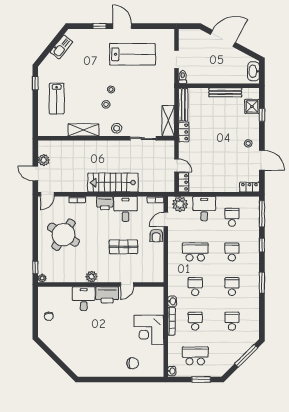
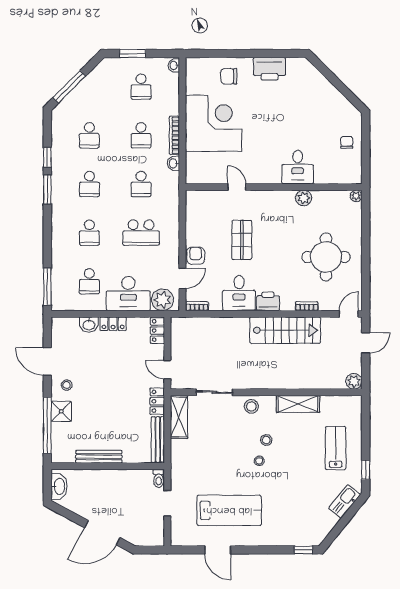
window: (100, 26) -> (303, 550), moved
door: (122, 26) -> (218, 550), moved
kitchen sink: (61, 47) -> (344, 501), moved
lab bench: (132, 54) -> (229, 510), turned 180
shower: (252, 107) -> (61, 411), moved
window: (262, 115) -> (47, 425), width x3.17
plant: (44, 160) -> (354, 381), moved
door: (177, 165) -> (167, 370), moved
door: (35, 174) -> (366, 343), hinge flipped
stairs: (113, 183) -> (285, 330), moved
washbasin: (232, 187) -> (89, 325), added
locker: (249, 187) -> (113, 324), moved
desk: (204, 209) -> (128, 294), width x1.37
round table: (63, 235) -> (326, 257), turned -32
window: (262, 245) -> (47, 157), moved
shop shelf: (123, 247) -> (242, 240), turned 90
window: (35, 267) -> (366, 211), removed
plant: (91, 277) -> (304, 198), moved
door: (127, 284) -> (237, 187), hinge flipped
printer: (107, 295) -> (269, 69), moved, turned 180
corner desk: (149, 330) -> (214, 123), width x1.36, depth x1.36
school desk: (195, 356) -> (141, 87), width x0.54

